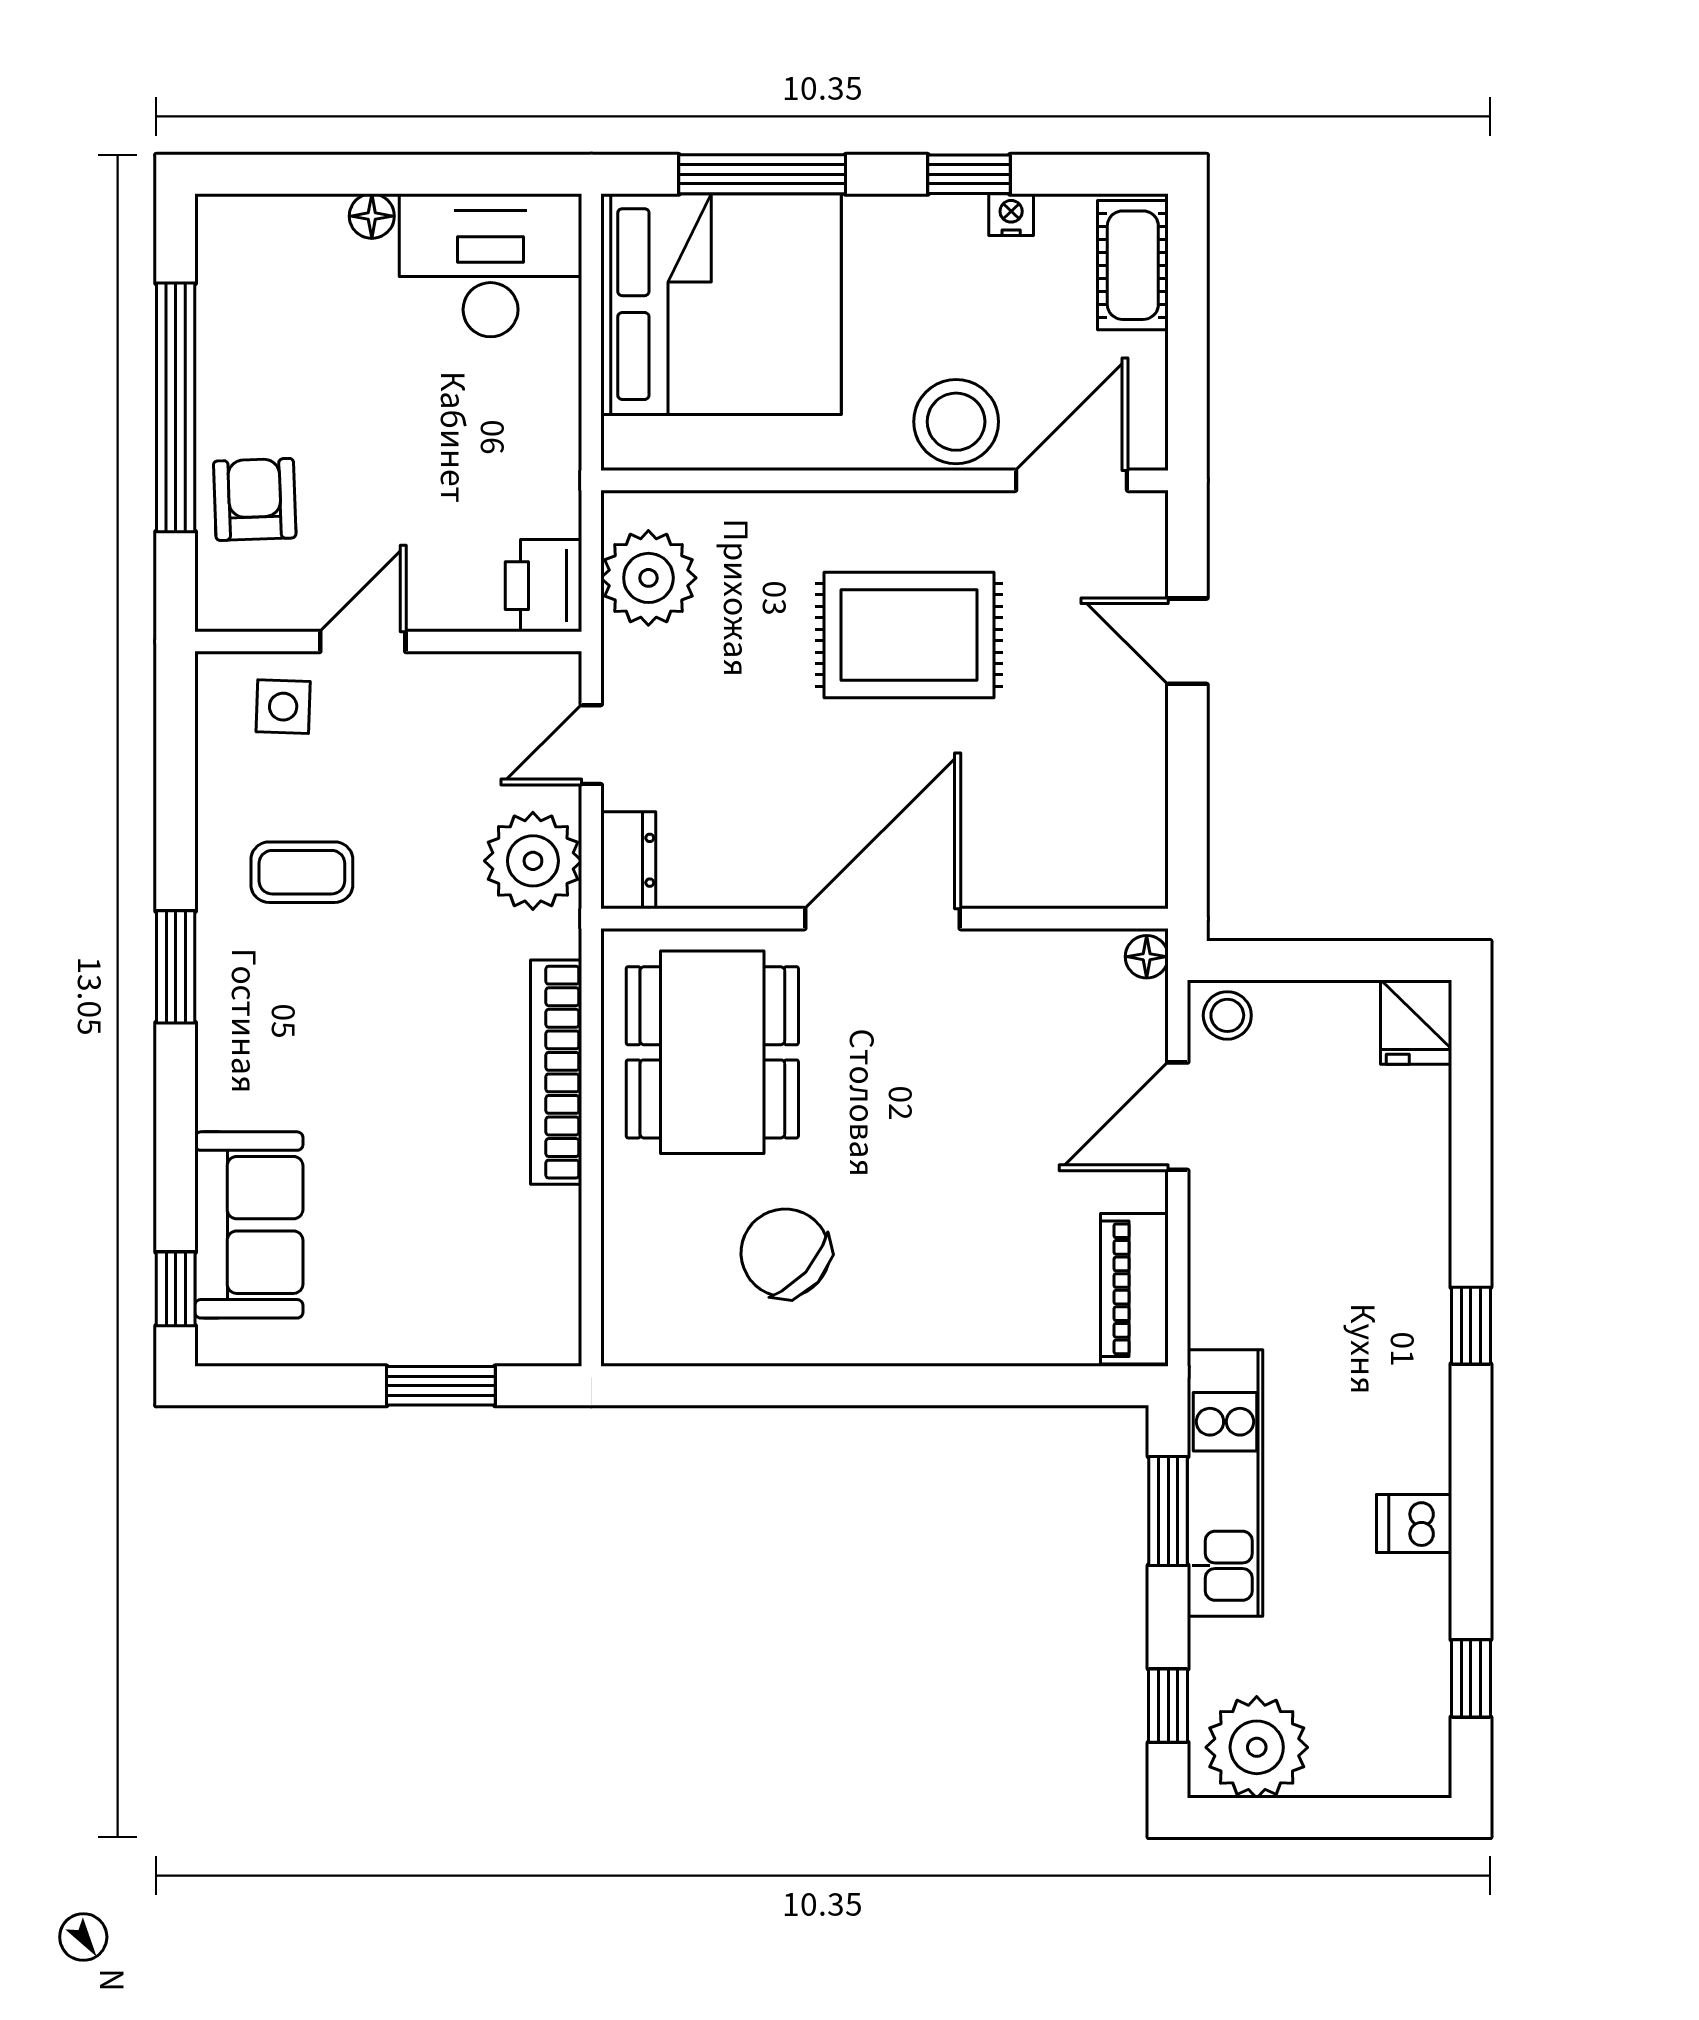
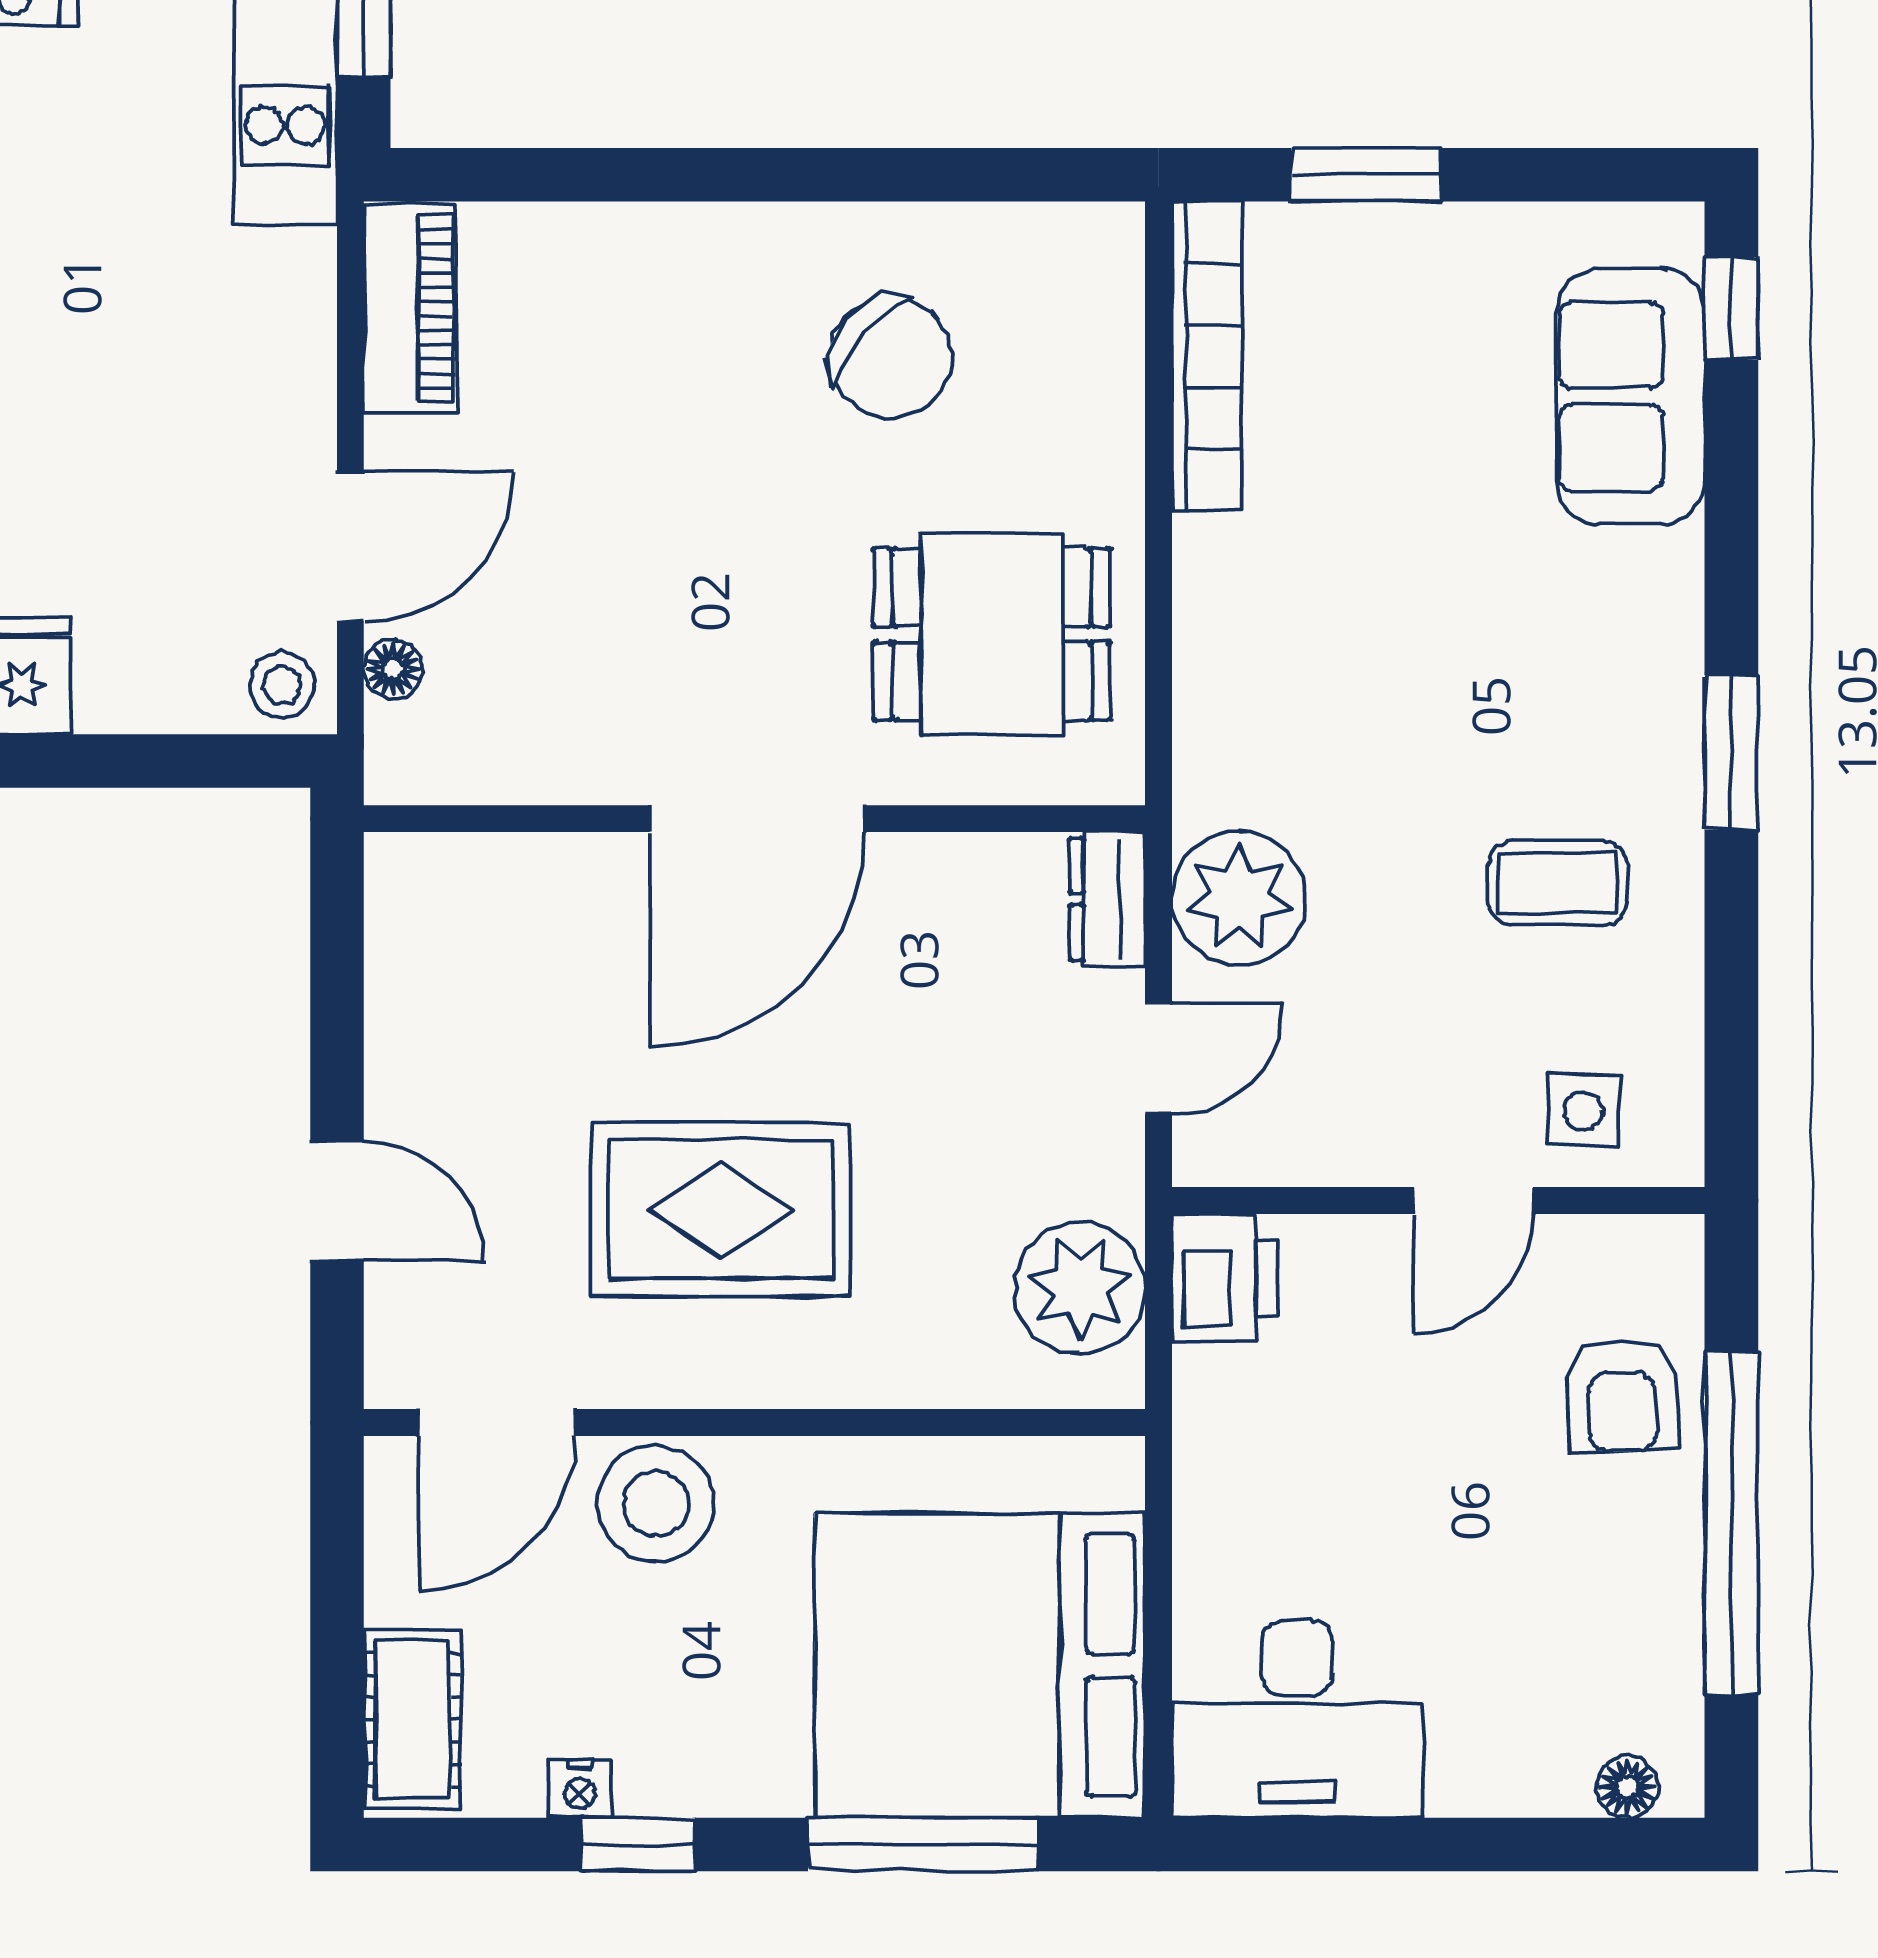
floor lamp: (372, 216) -> (1627, 1787), moved
floor lamp: (1147, 957) -> (393, 669), moved
dining table: (712, 1052) -> (992, 634), width x0.73
bookcase: (556, 1072) -> (1207, 356), moved

